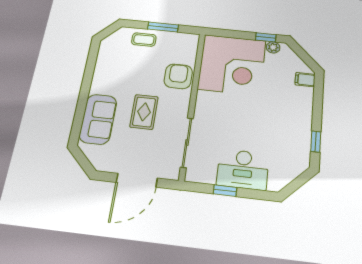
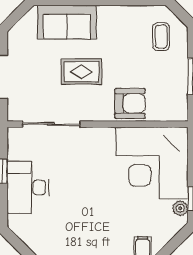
coffee table: (144, 40) -> (161, 37), moved

